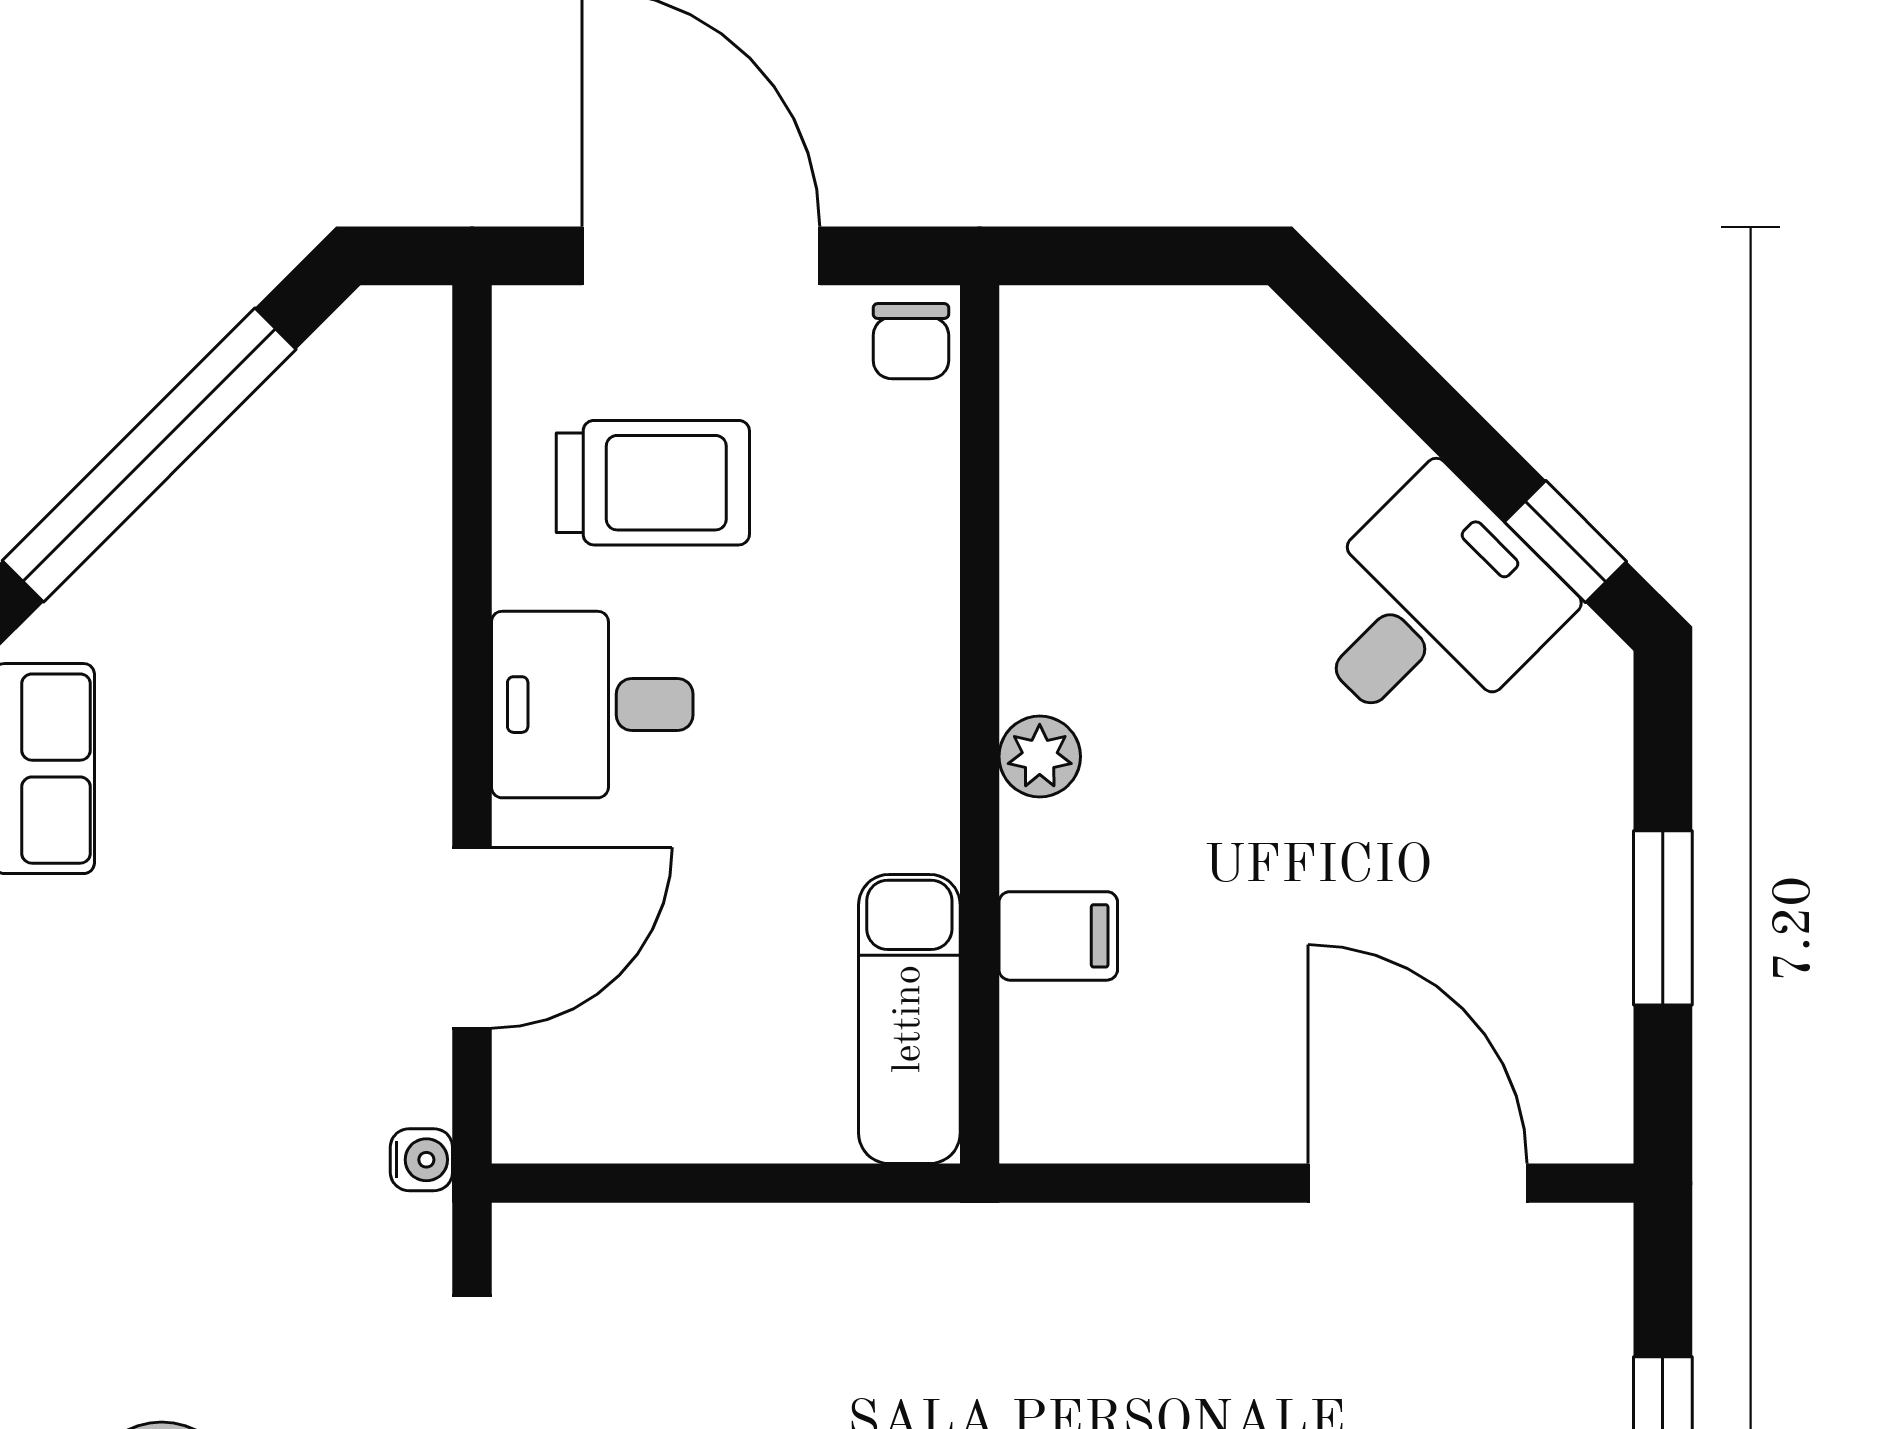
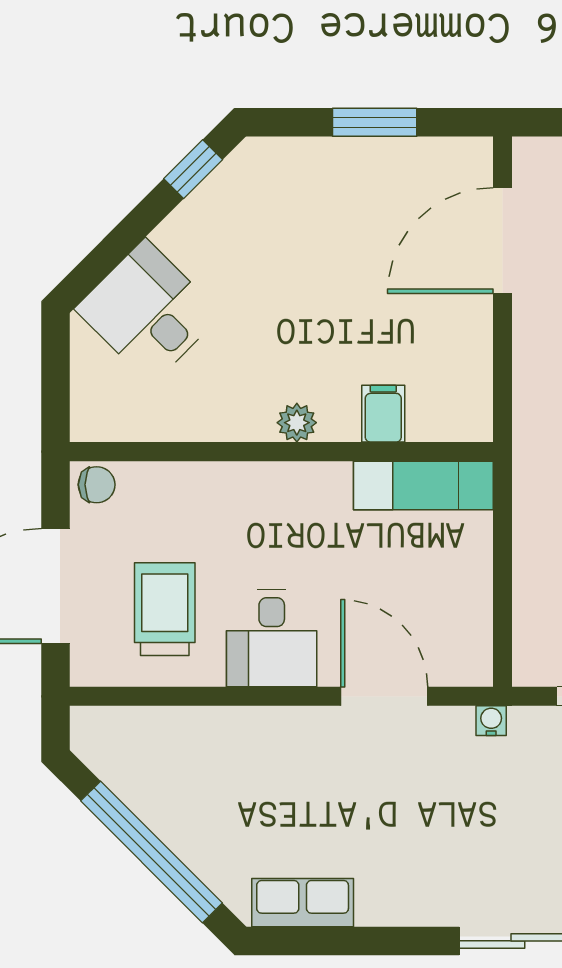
desk: (1430, 609) -> (148, 312), moved

